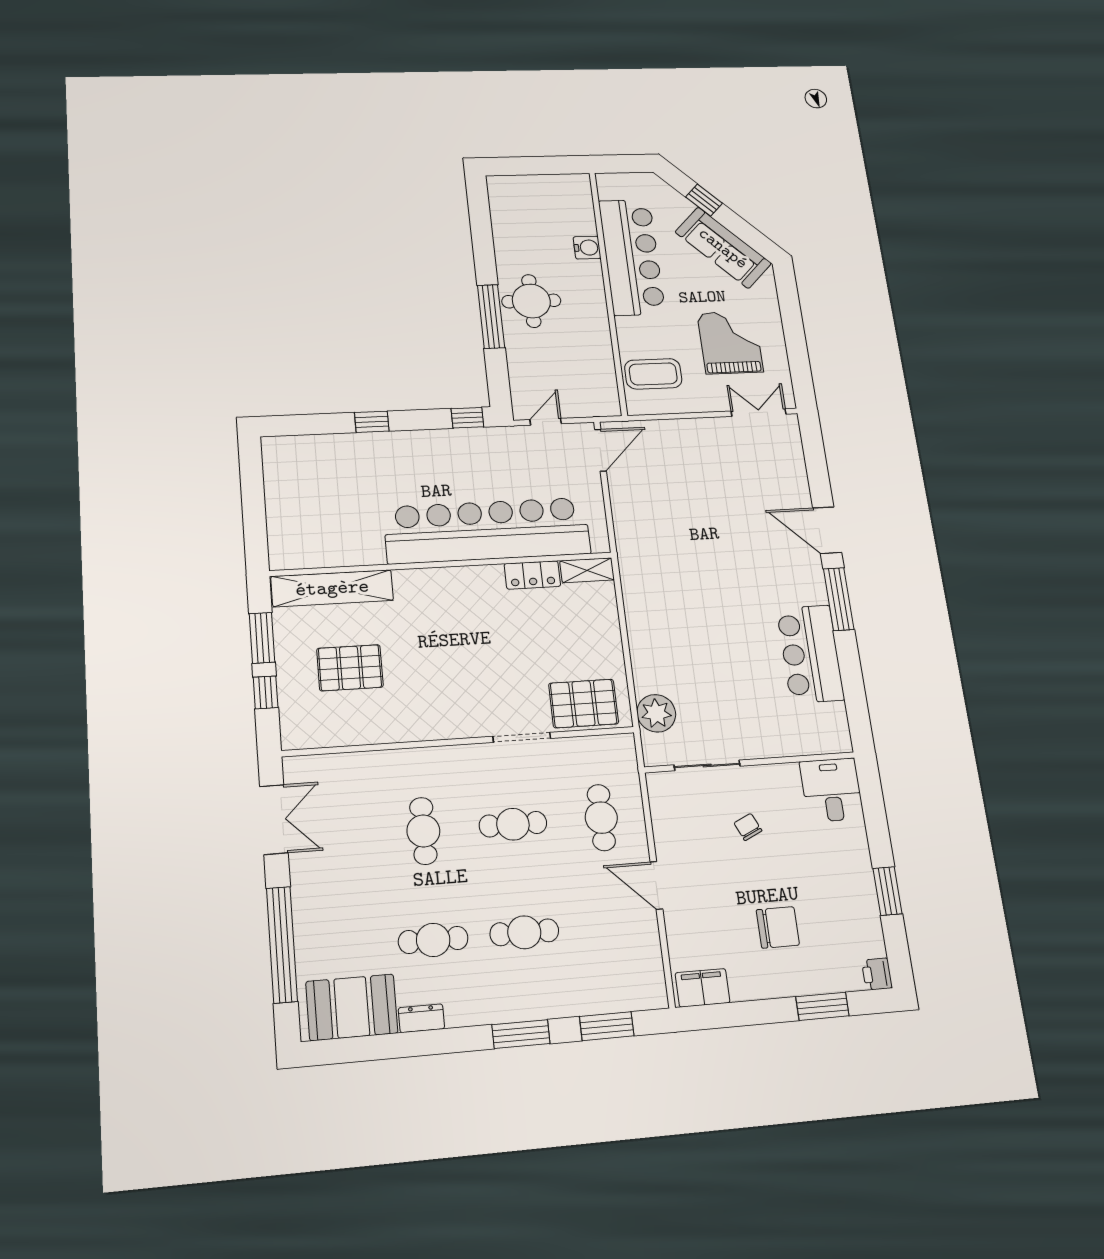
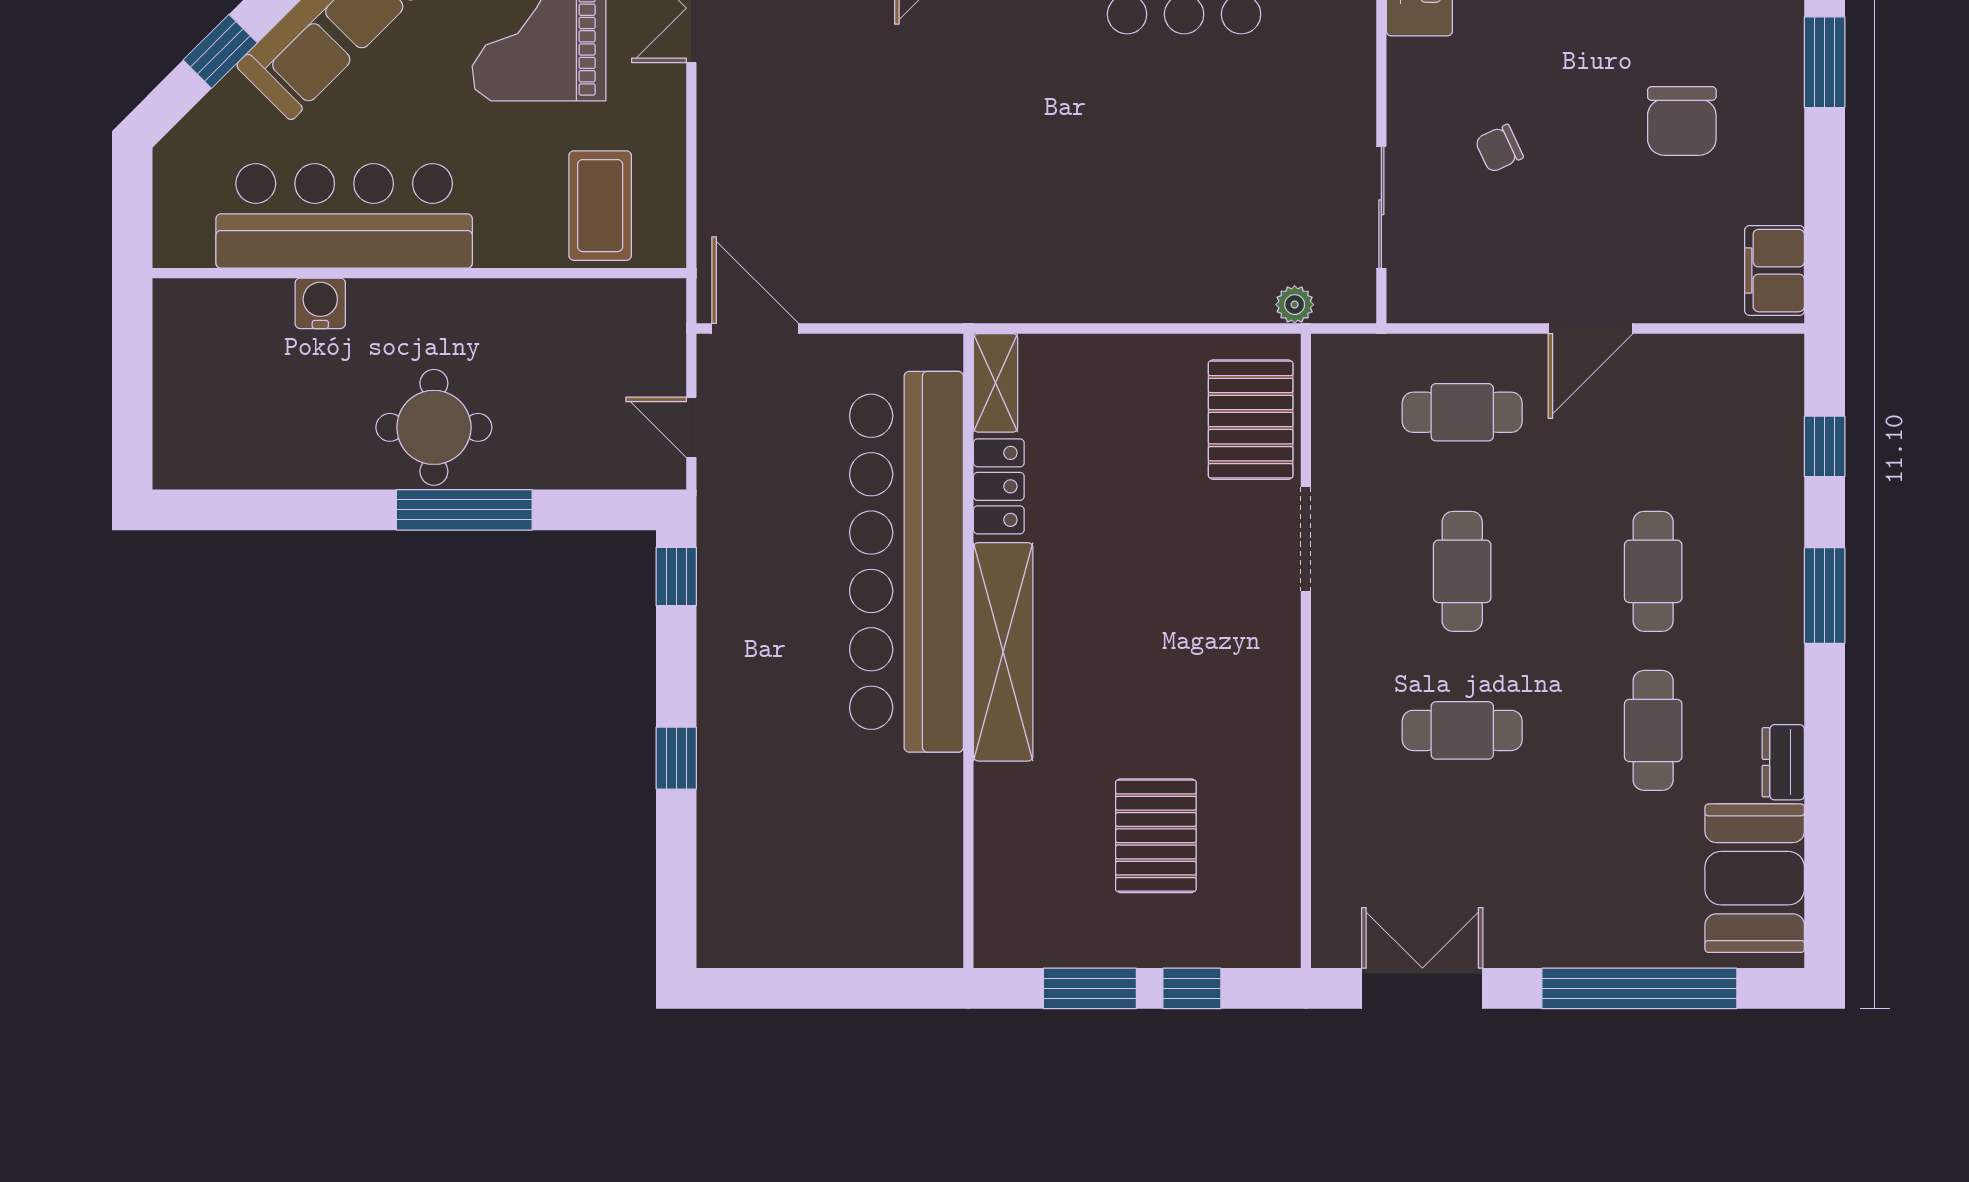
shelving: (332, 588) -> (1003, 652), moved
plant: (656, 713) -> (1295, 305), width x0.53, depth x0.53
chair: (778, 927) -> (1682, 121), turned 180
window: (607, 1026) -> (1825, 446), width x0.67

